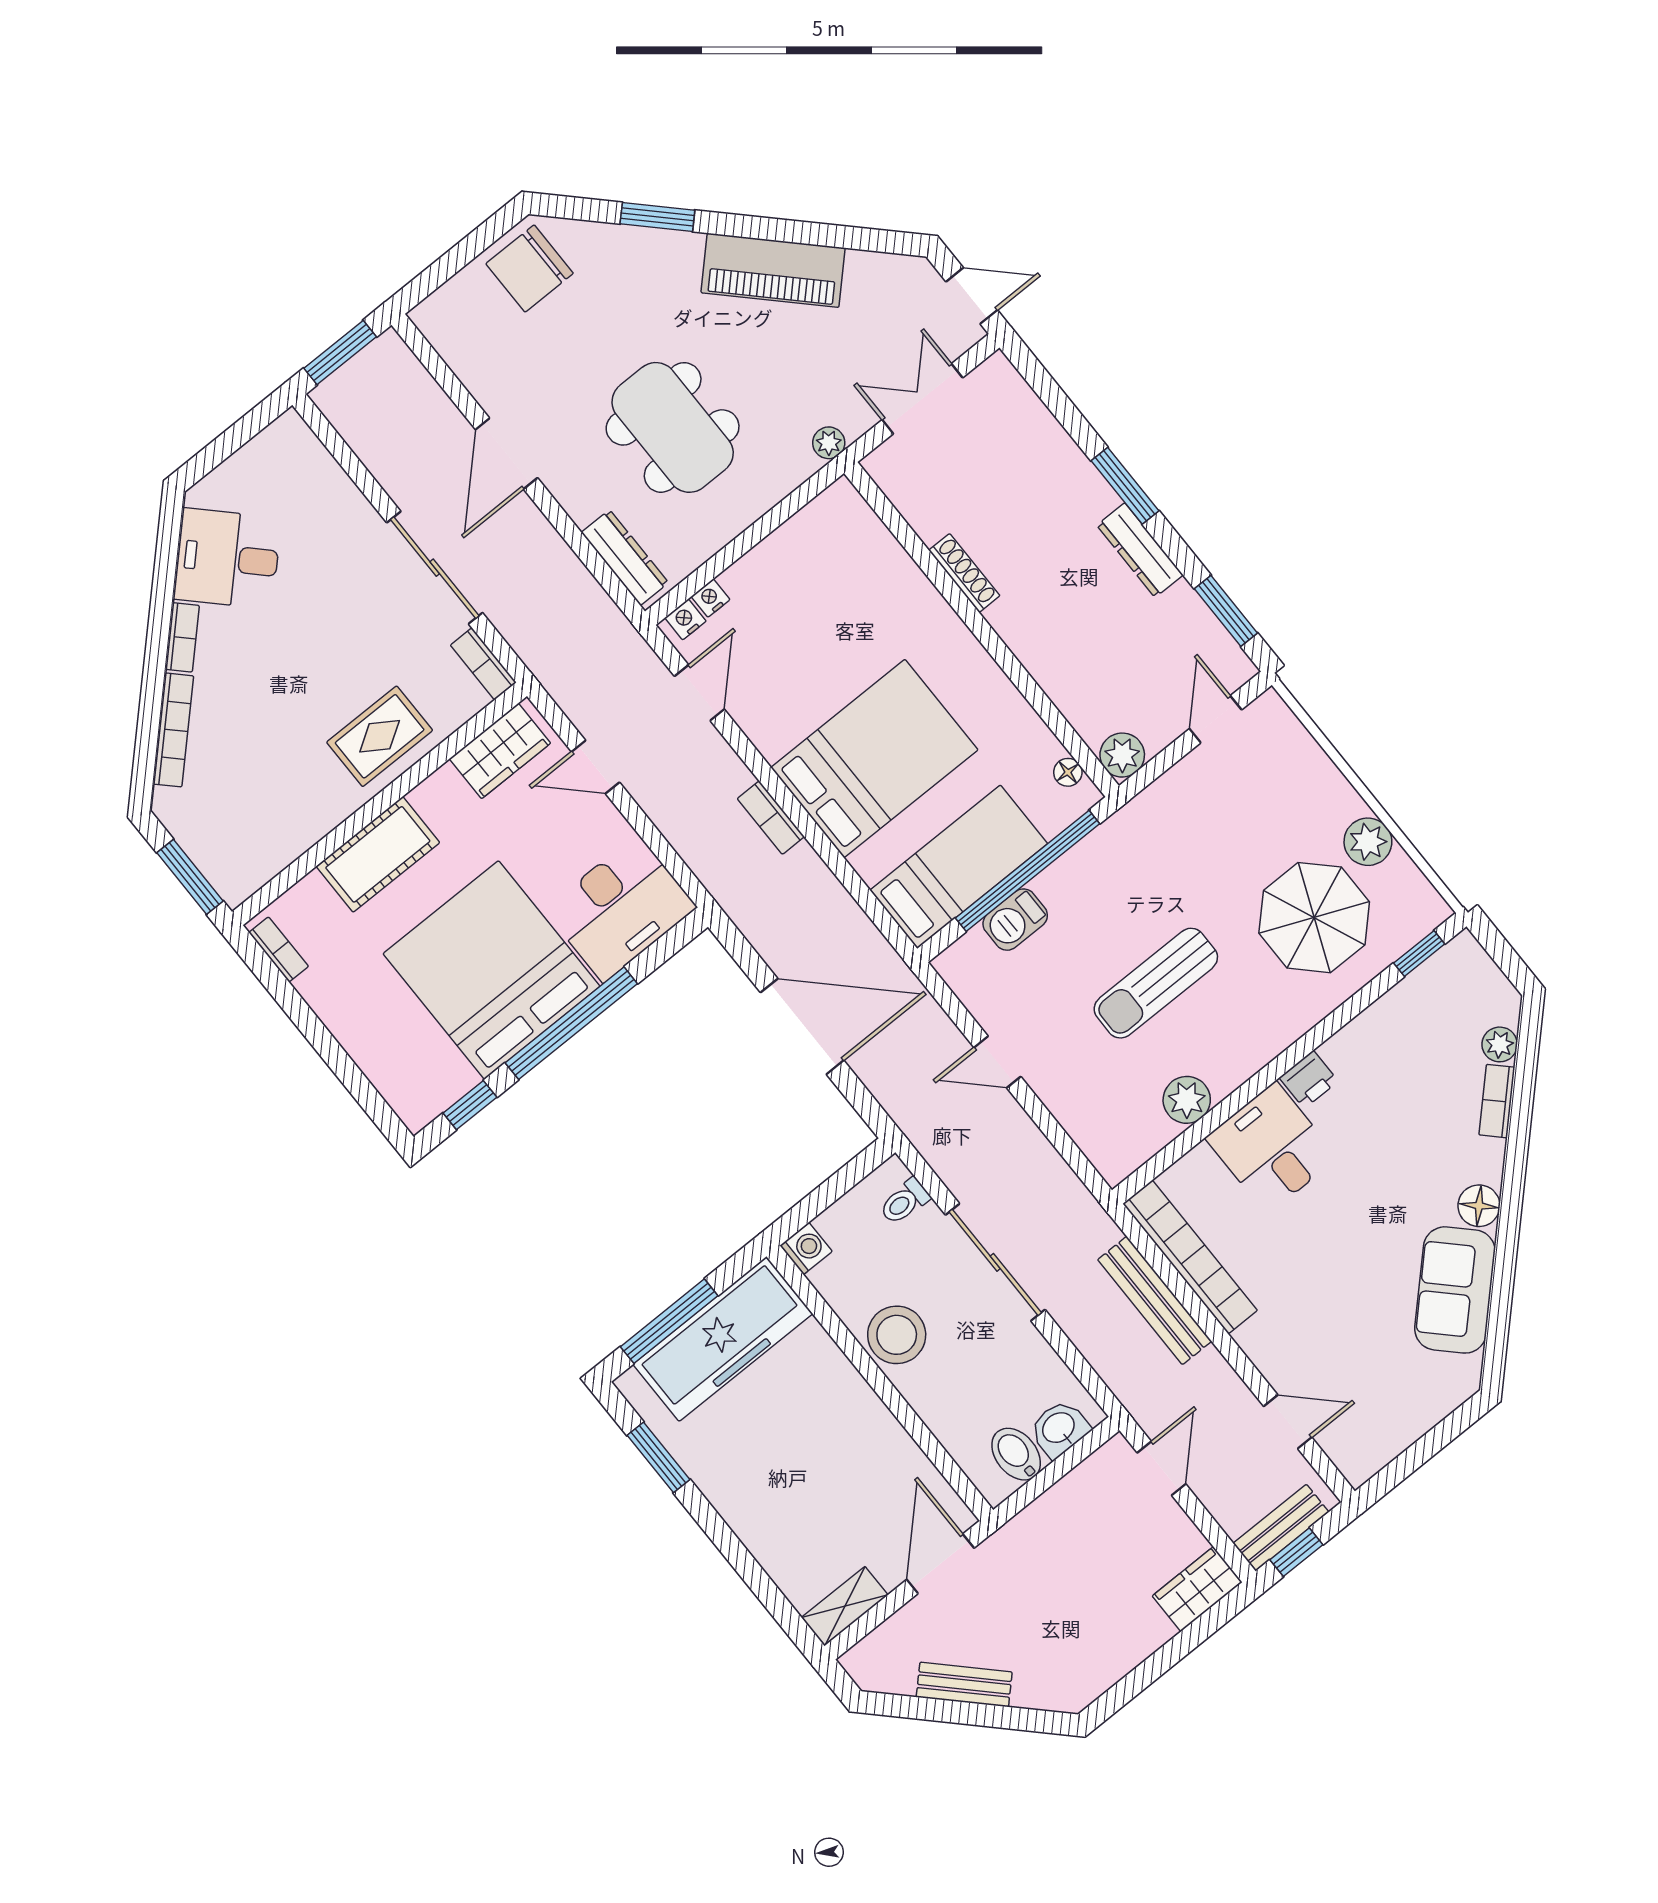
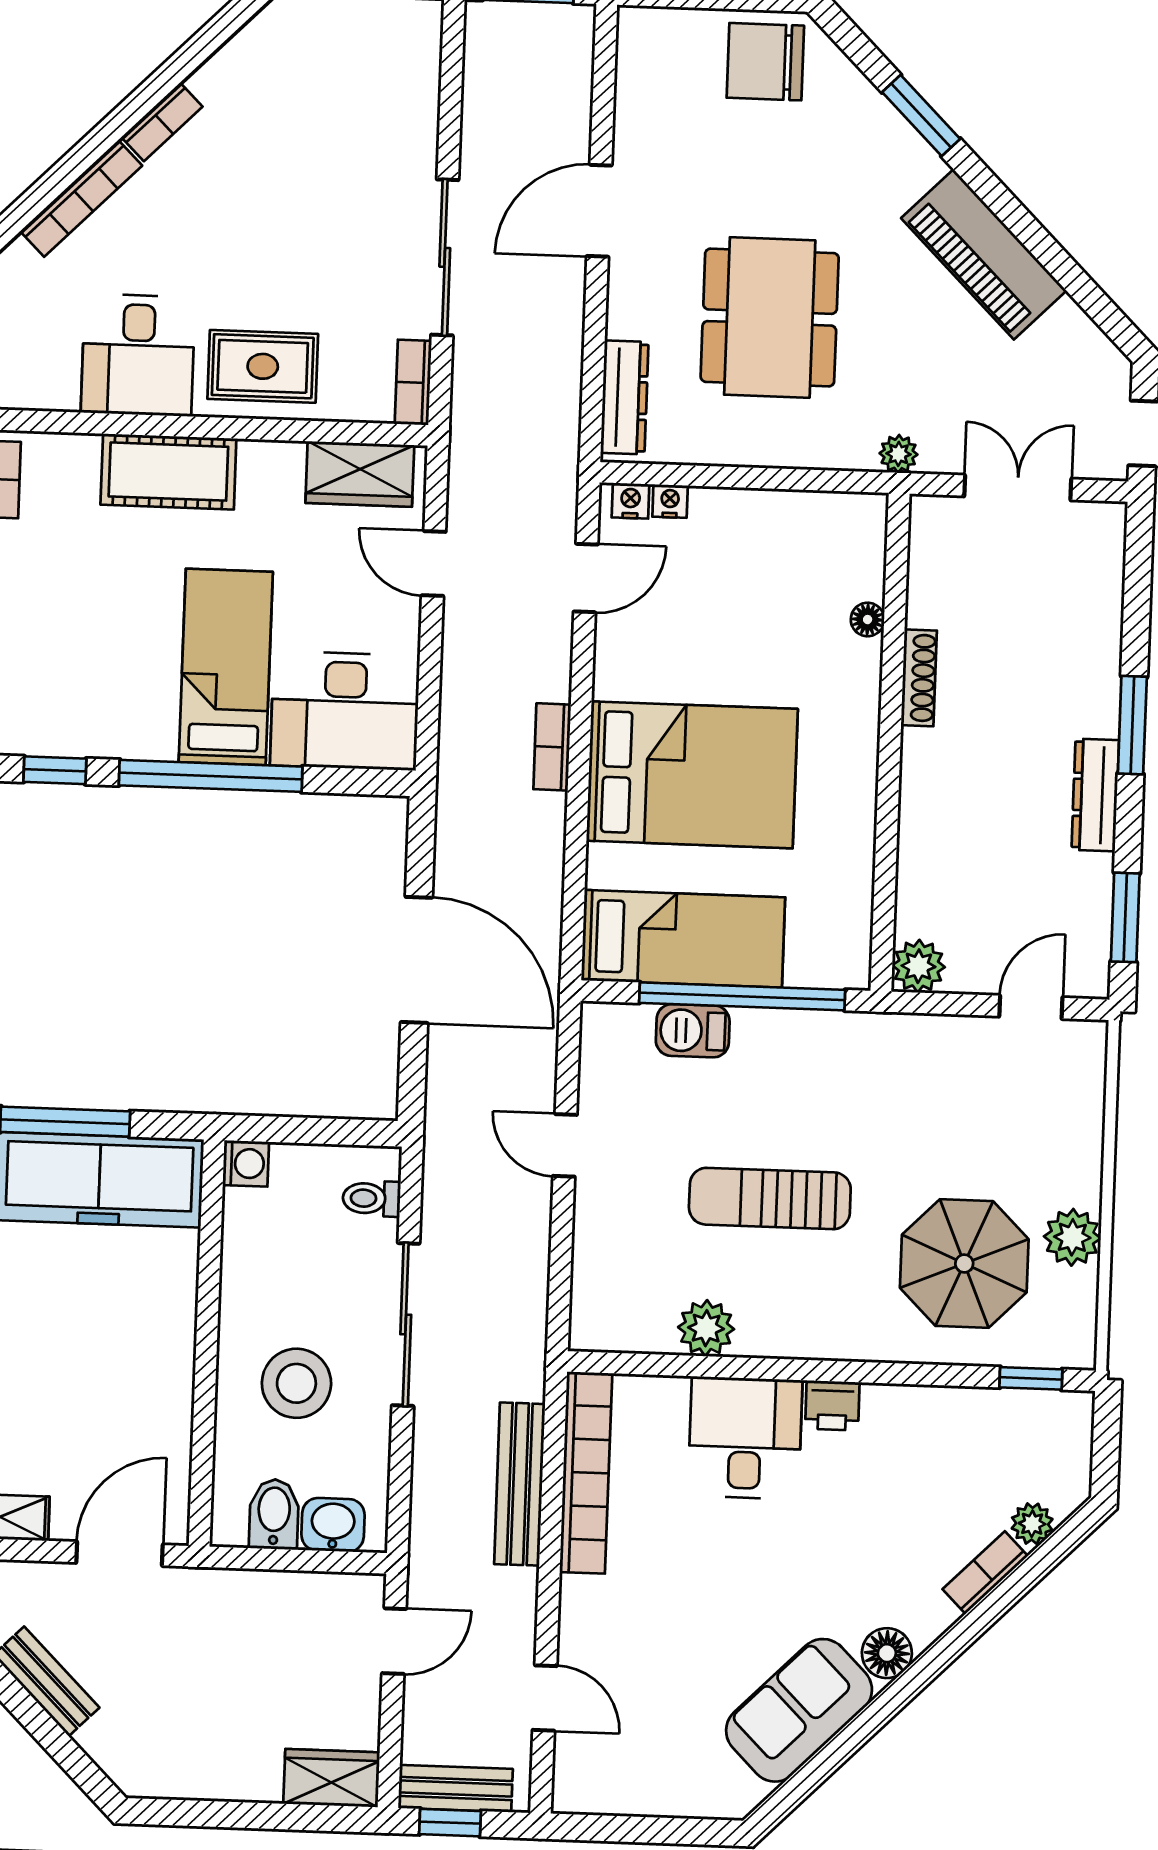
desk: (227, 559) -> (138, 355), moved, turned -135
floor lamp: (1068, 772) -> (868, 620), moved
bed: (492, 970) -> (226, 667), width x0.49
stool: (897, 1335) -> (296, 1383), moved

